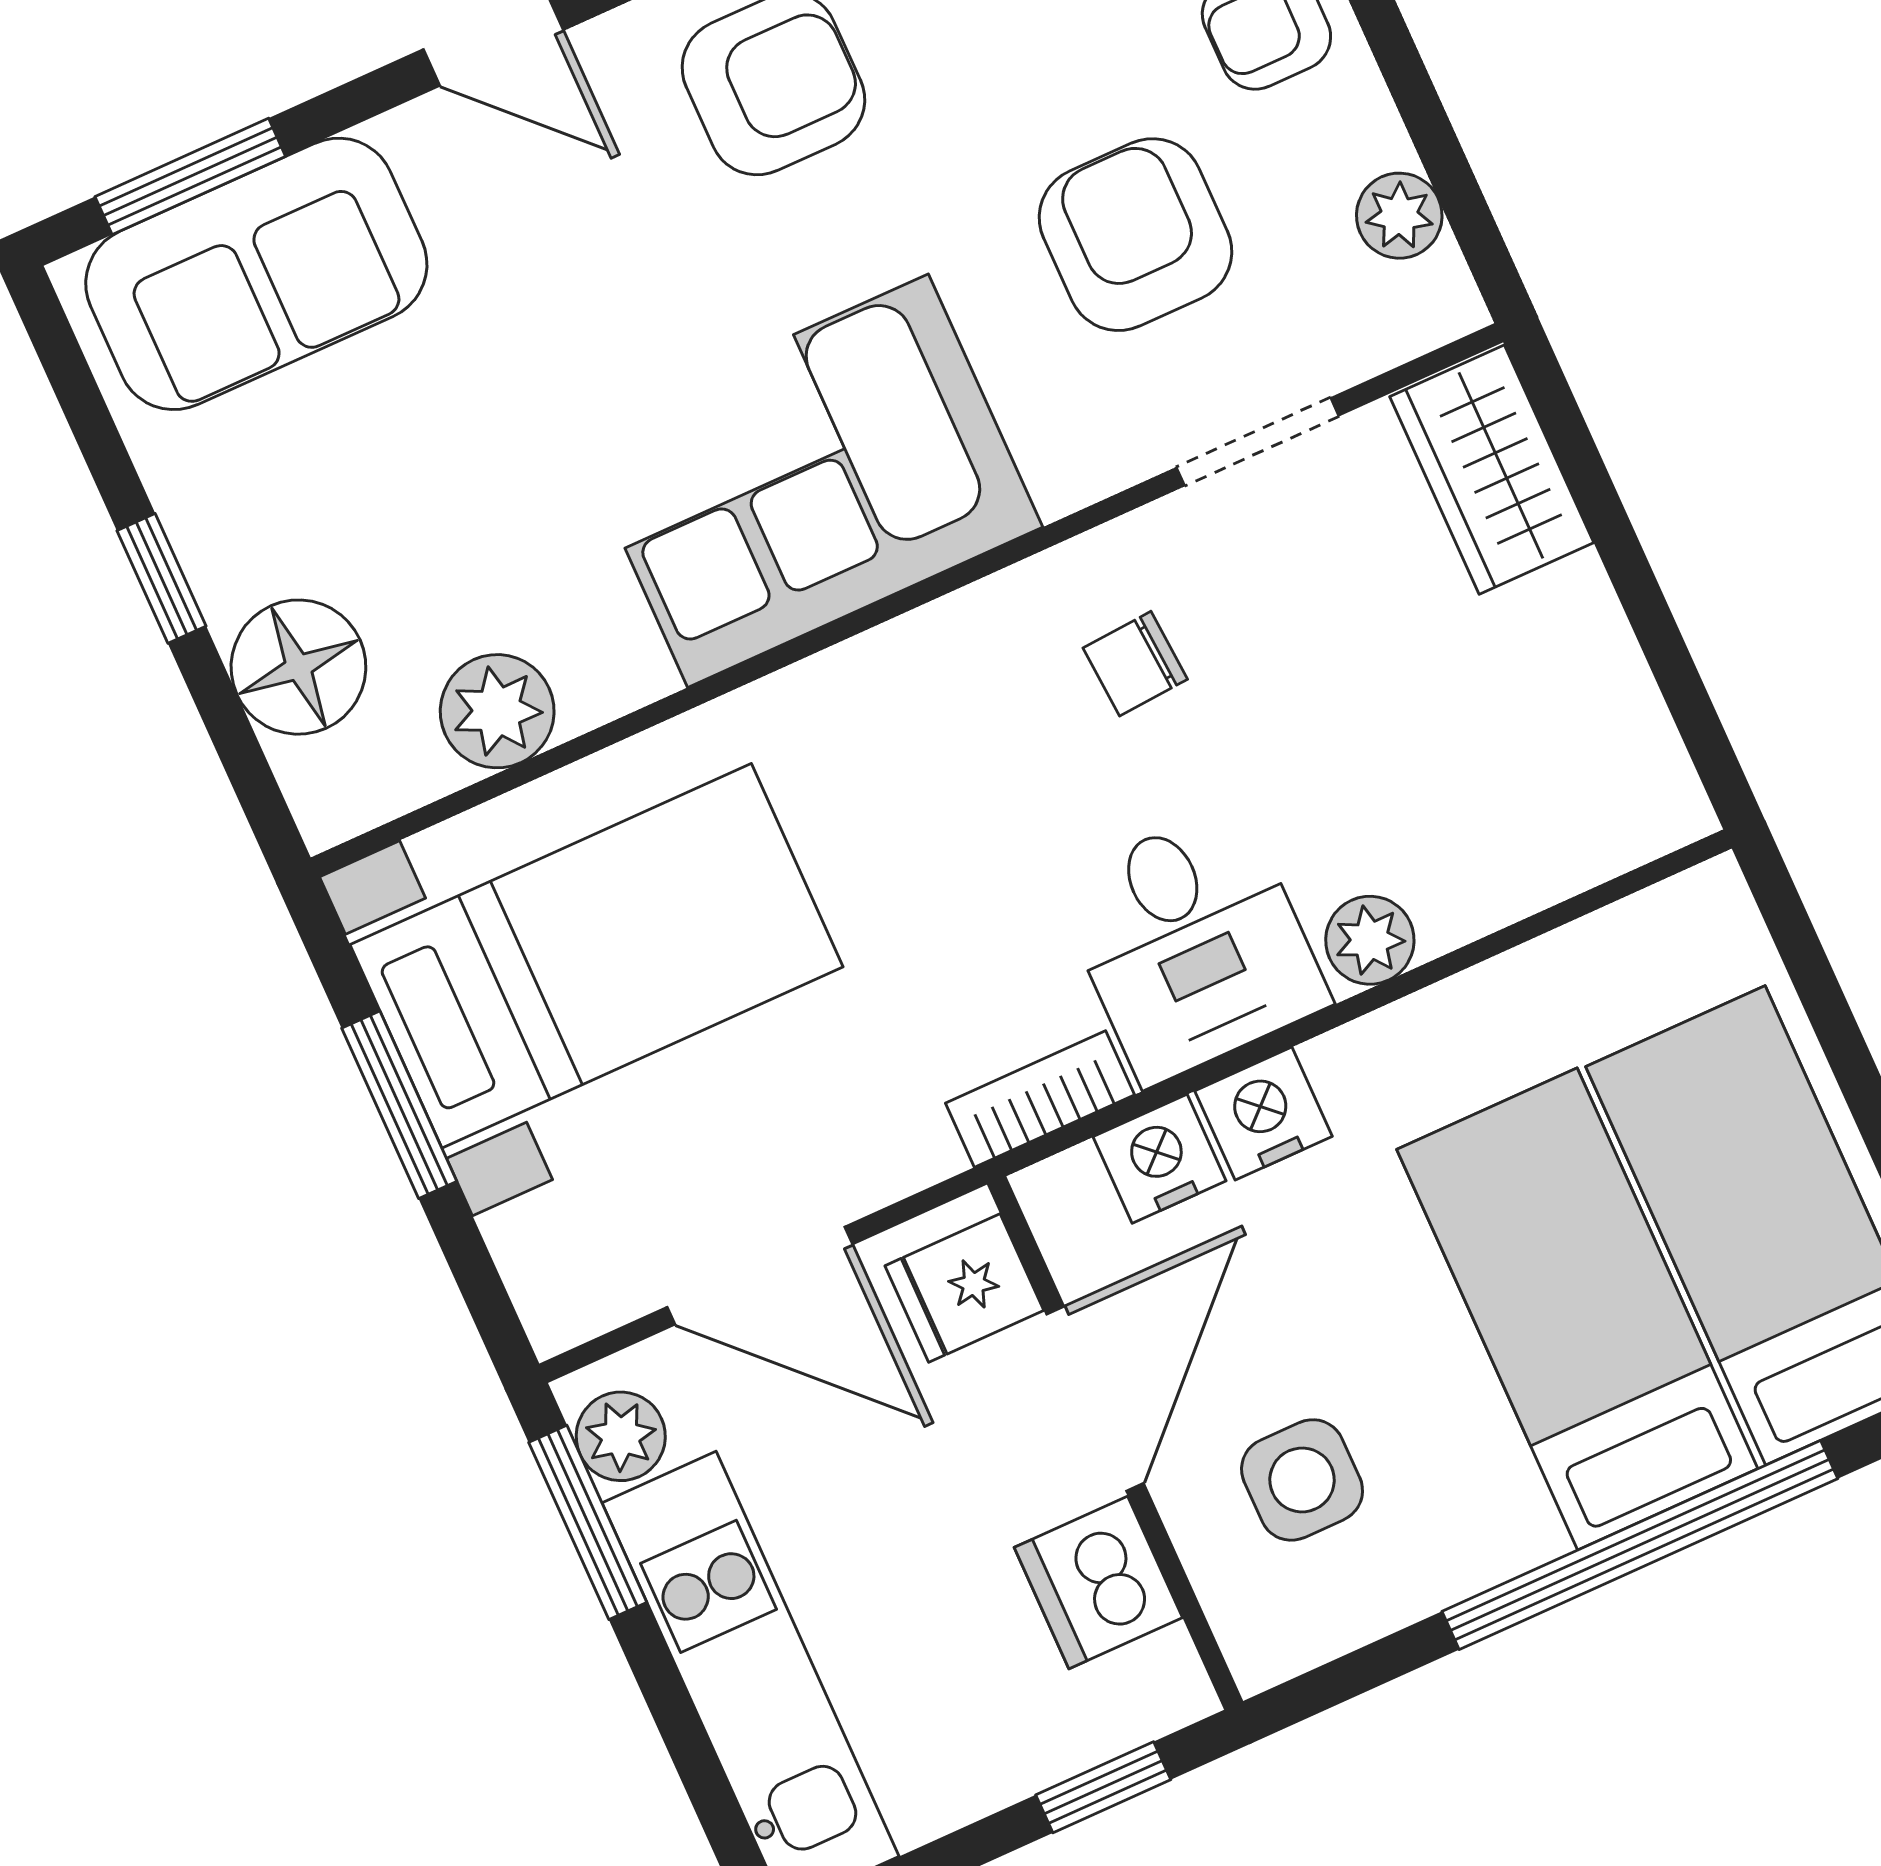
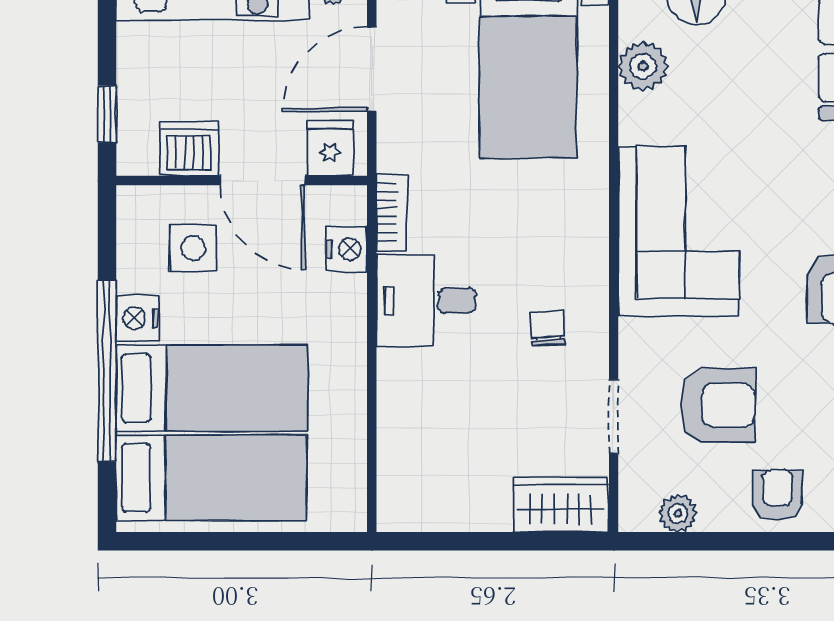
plant: (1370, 940) -> (396, 372), removed
nightstand: (1263, 1114) -> (137, 318), moved, turned 180

